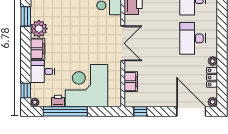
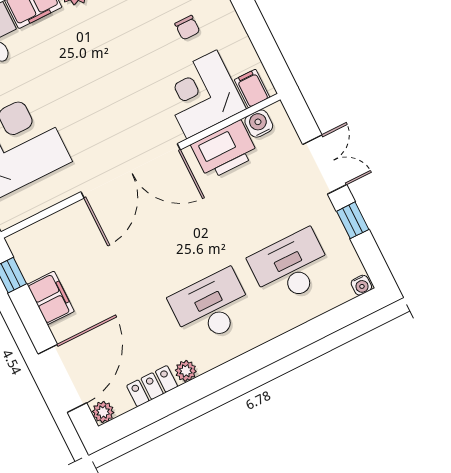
double door: (123, 43) -> (131, 171), width x1.36
filing cabinet: (131, 82) -> (51, 298), moved, turned -90

